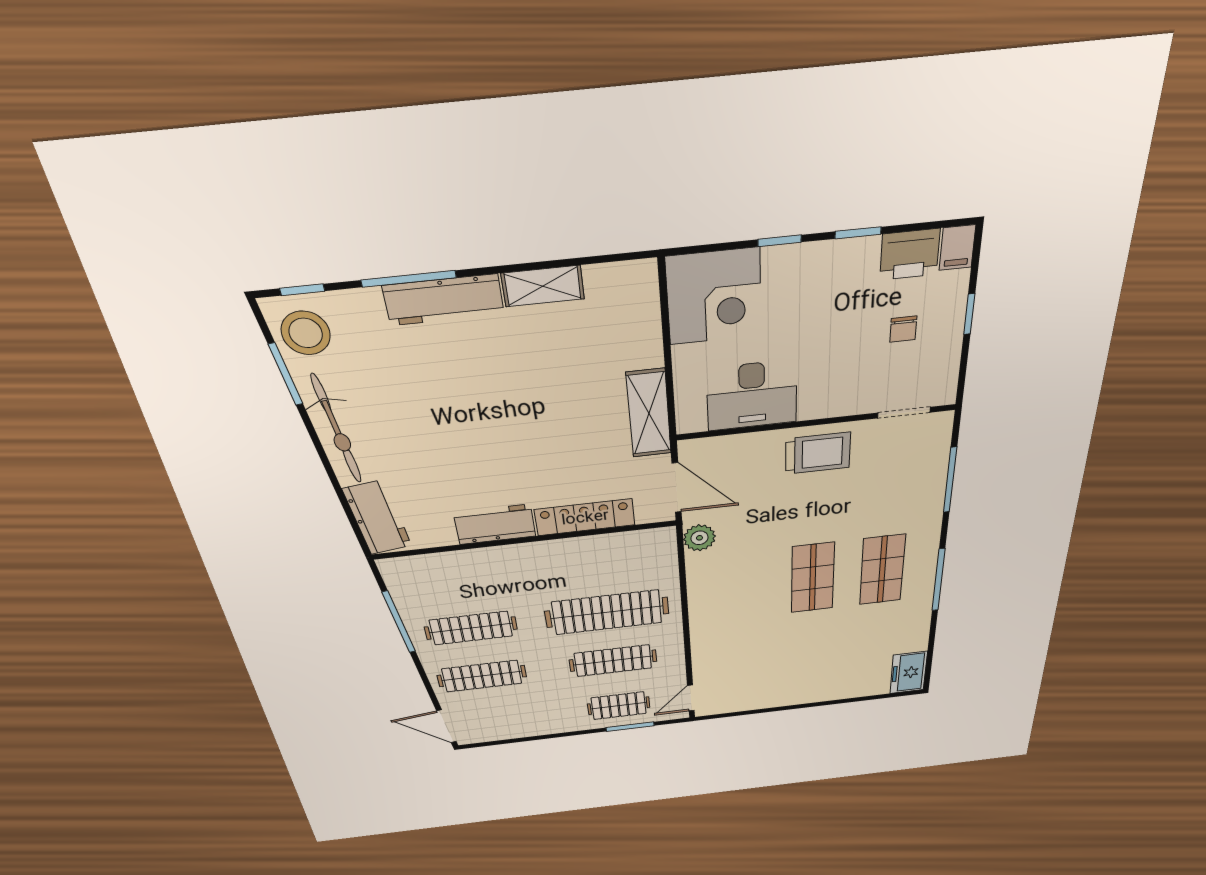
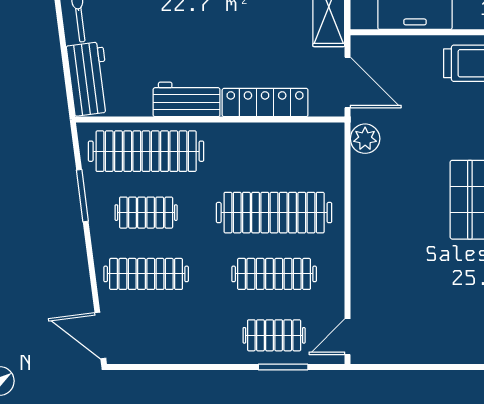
clothes rail: (459, 576) -> (146, 151), added
window: (399, 622) -> (82, 196), width x0.69
clothes rail: (471, 628) -> (146, 213), width x0.73

